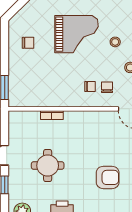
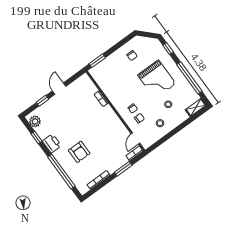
round table: (48, 166) -> (71, 117), removed
armchair: (108, 177) -> (79, 152), moved

